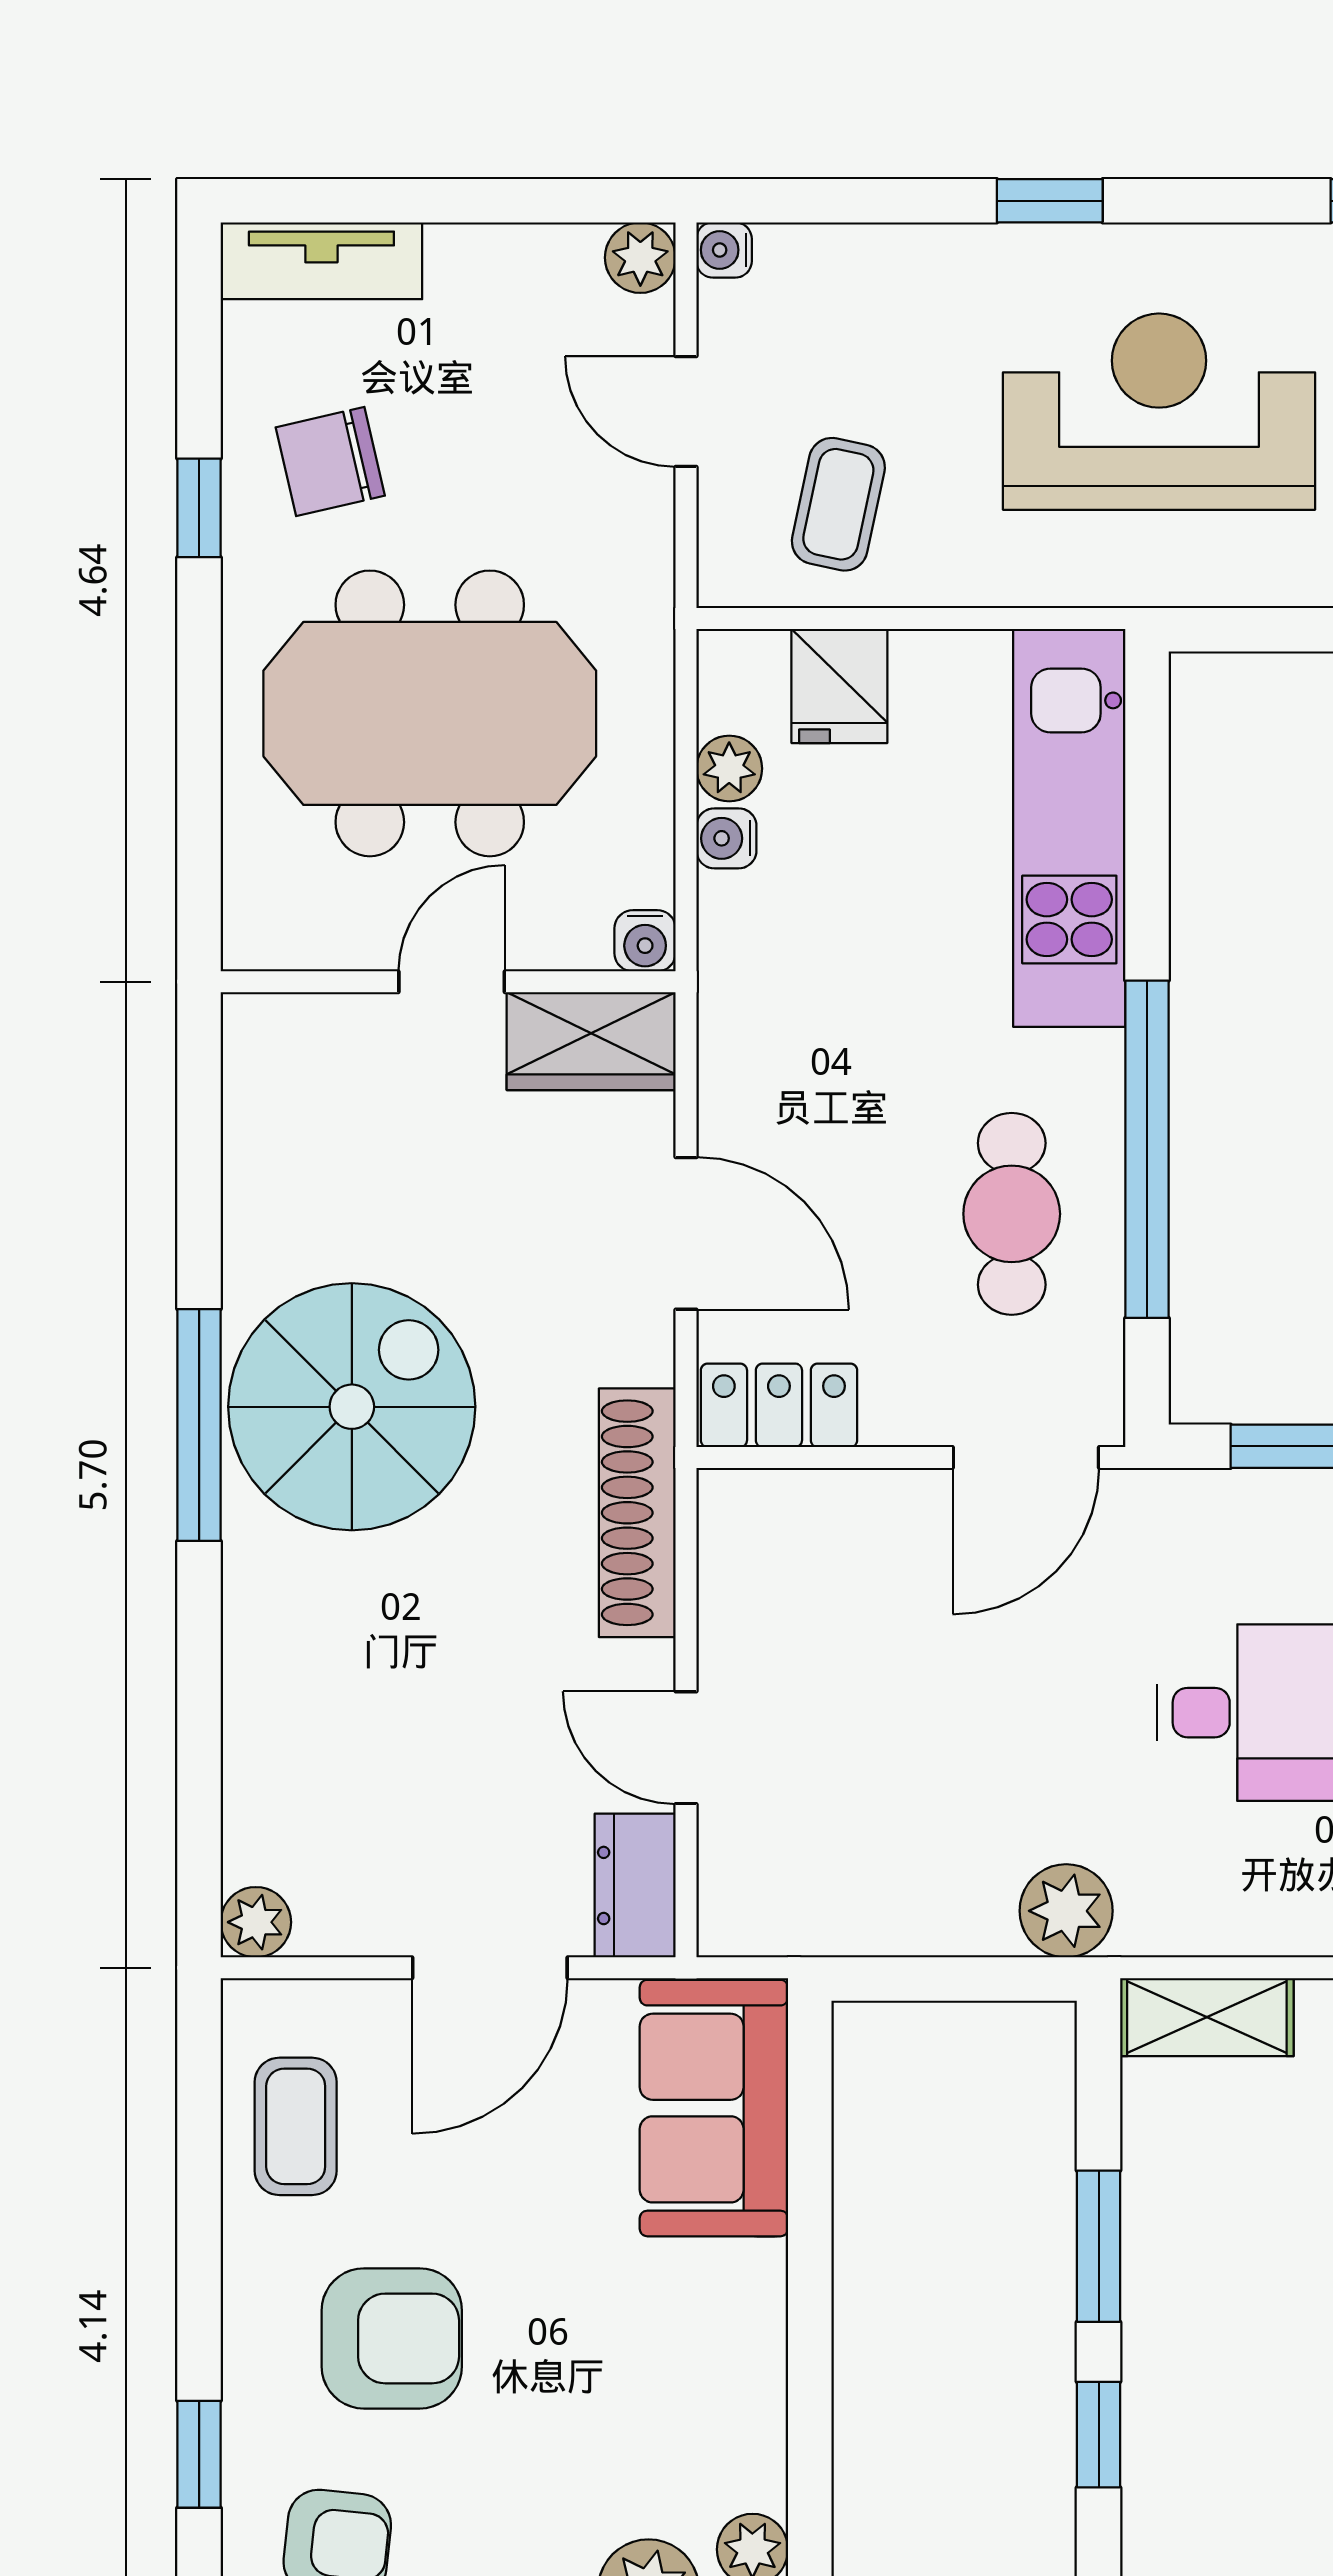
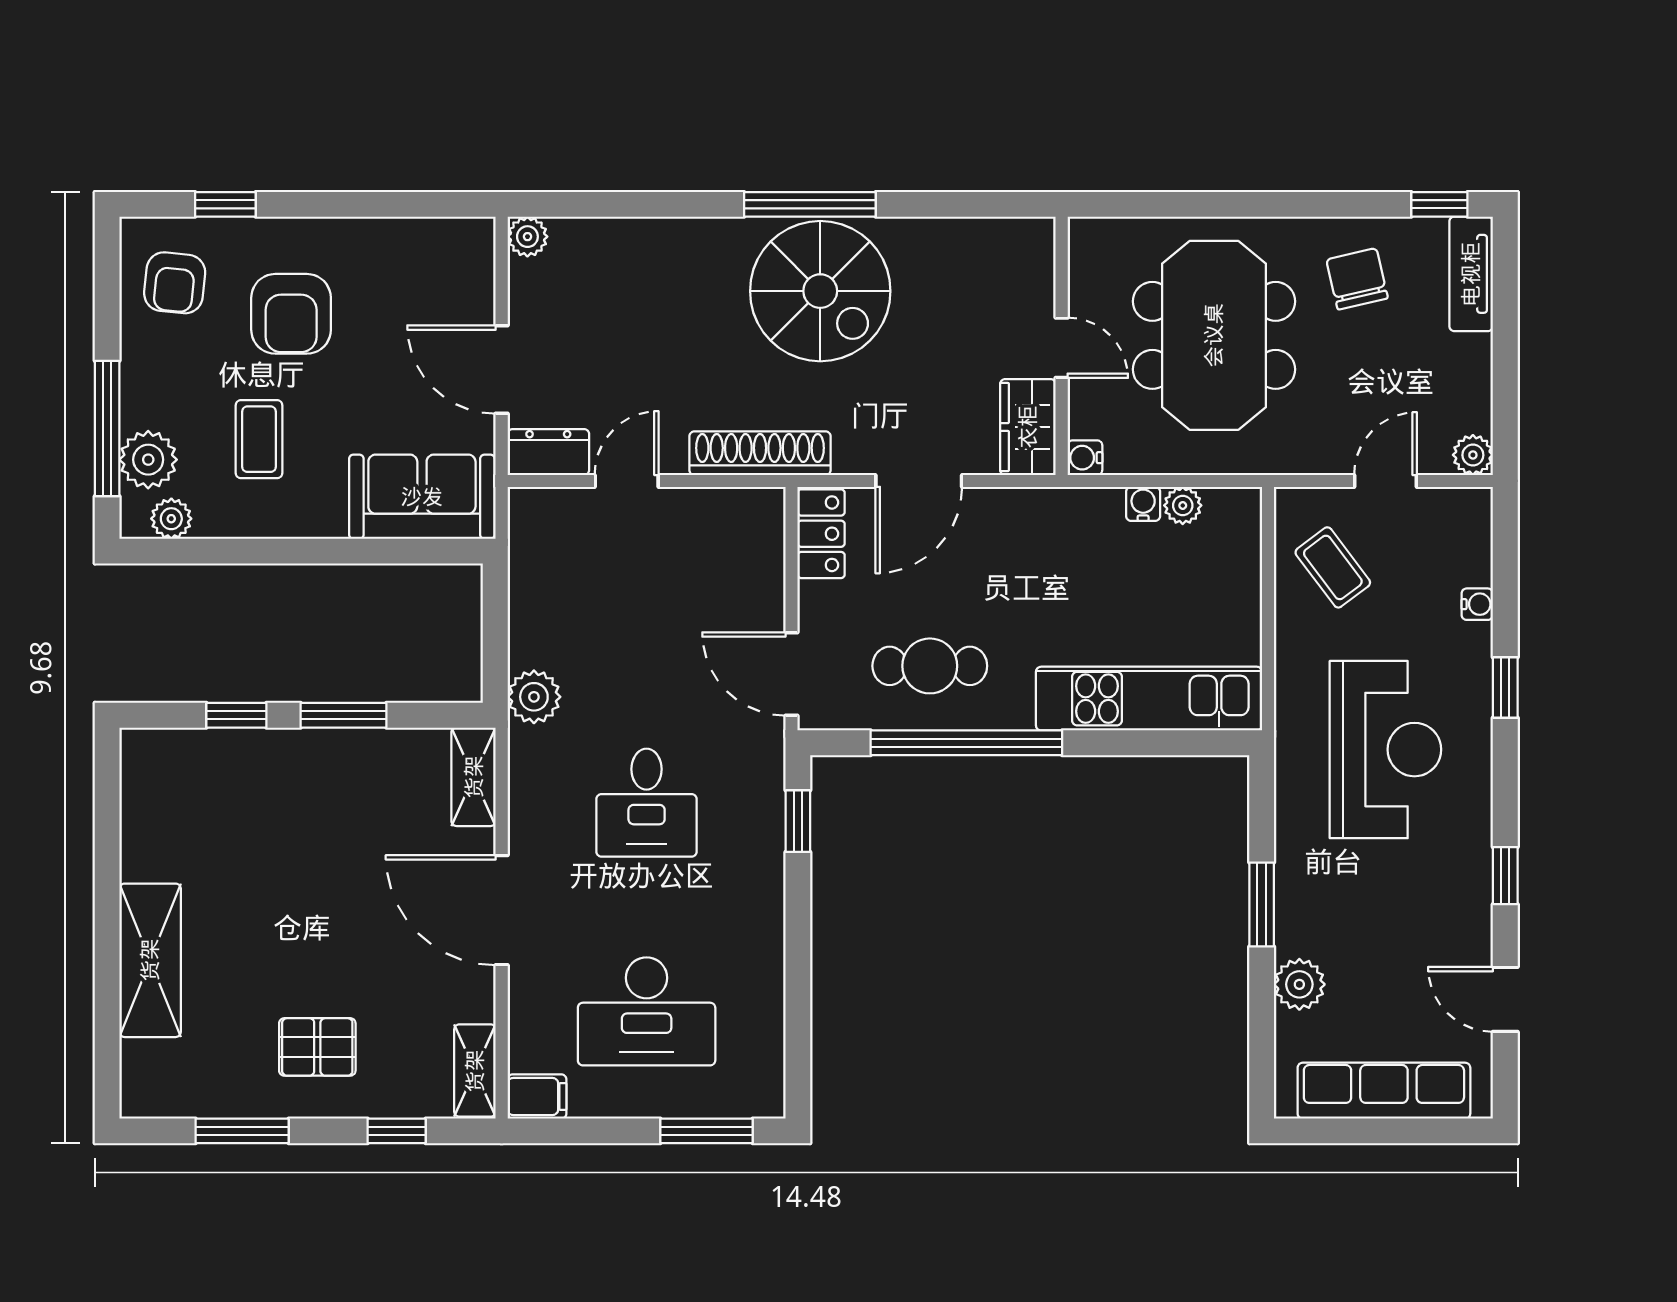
water cooler: (724, 250) -> (1477, 604), moved, turned 90
coffee table: (838, 504) -> (1333, 567), turned 41
window: (199, 508) -> (1439, 204), moved
fridge: (839, 686) -> (1230, 568), removed
coffee table: (296, 2126) -> (259, 439), moved, turned 90

